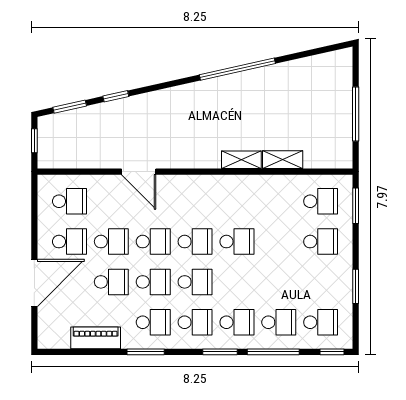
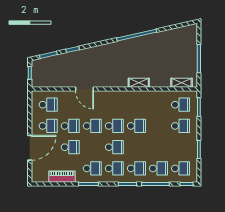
shelving: (283, 160) -> (181, 83), moved
school desk: (153, 282) -> (92, 147), removed

